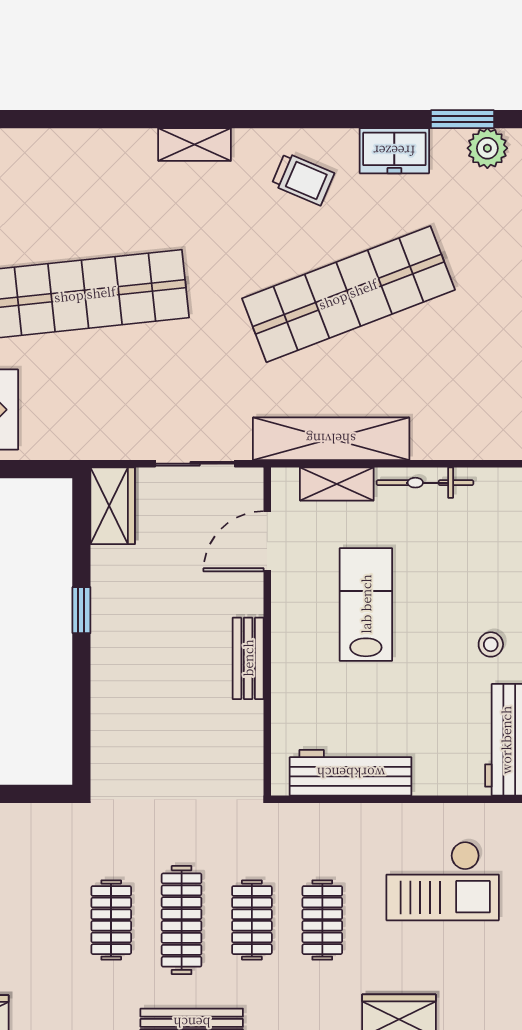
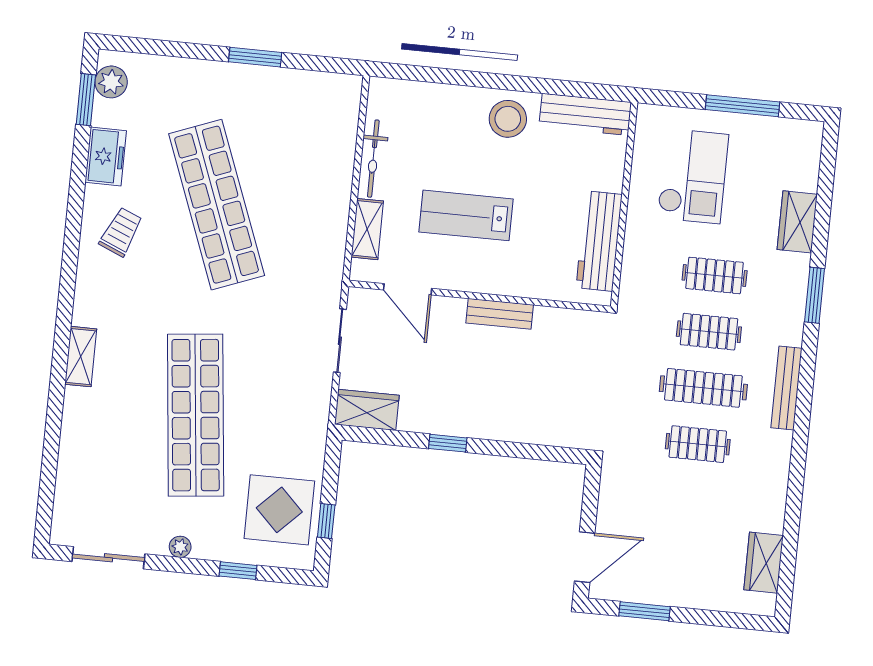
shelving: (195, 145) -> (81, 357), moved
shelving: (331, 439) -> (331, 230), removed
stool: (491, 644) -> (508, 119), width x1.89, depth x1.89

